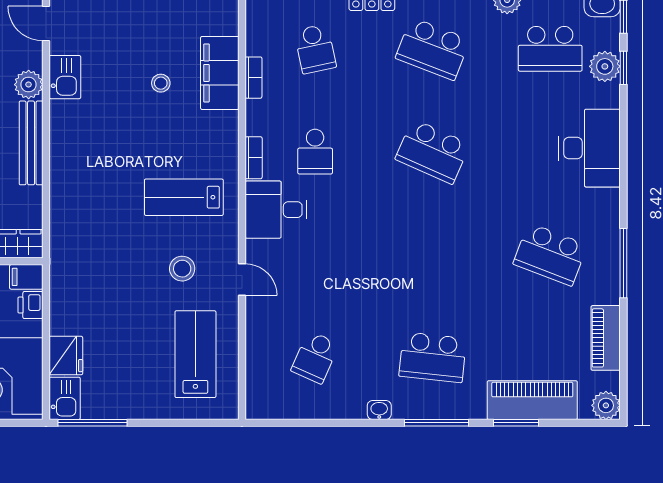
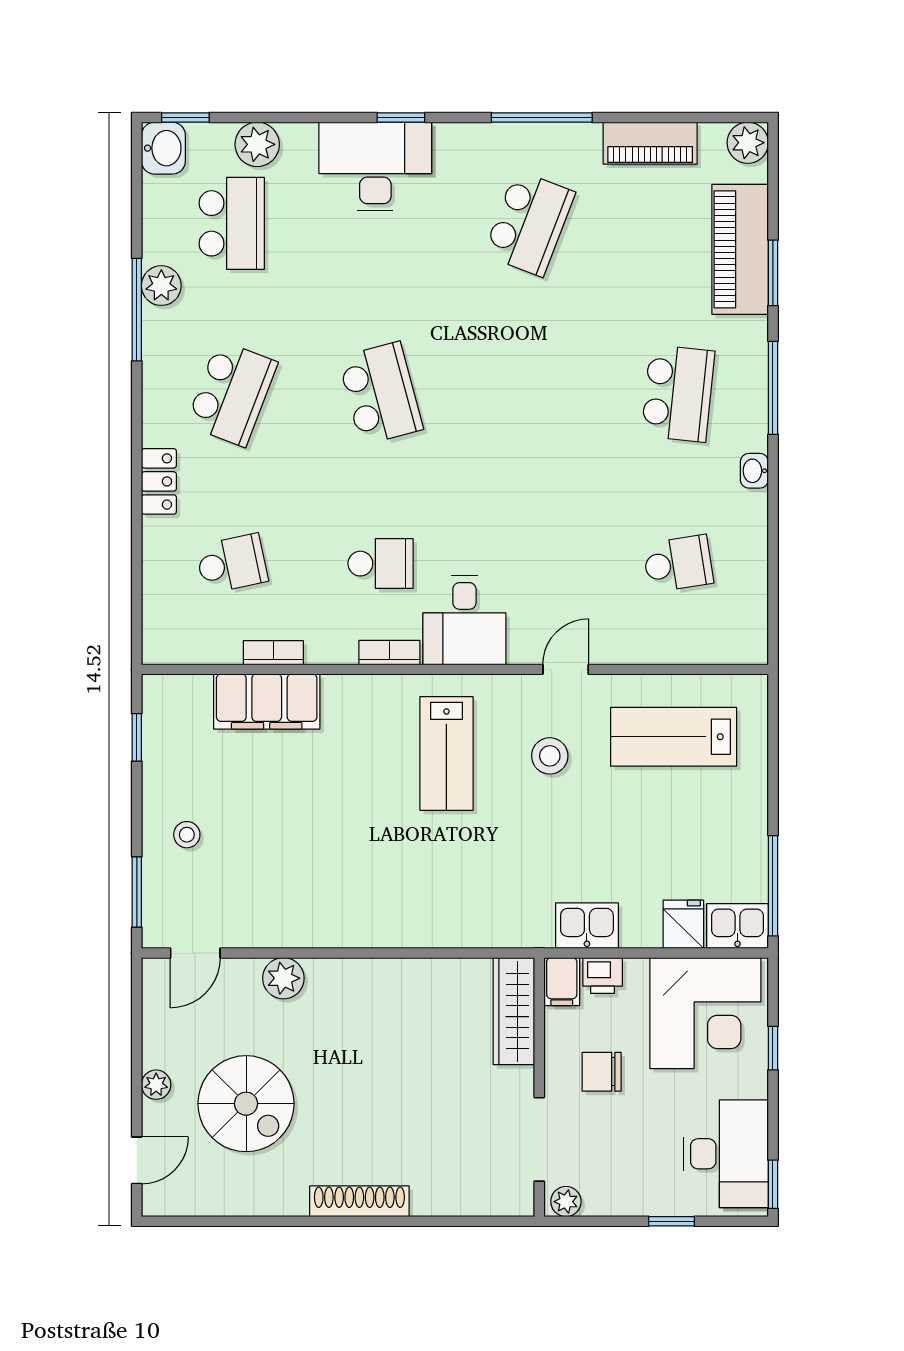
window: (623, 68) -> (401, 118), moved
kitchen sink: (65, 77) -> (587, 926), moved
stool: (161, 83) -> (187, 835), moved
bench: (31, 143) -> (368, 975), removed
school desk: (433, 152) -> (380, 393), turned -39
fridge: (66, 356) -> (683, 924), width x0.72
school desk: (315, 357) -> (678, 564), turned -33

